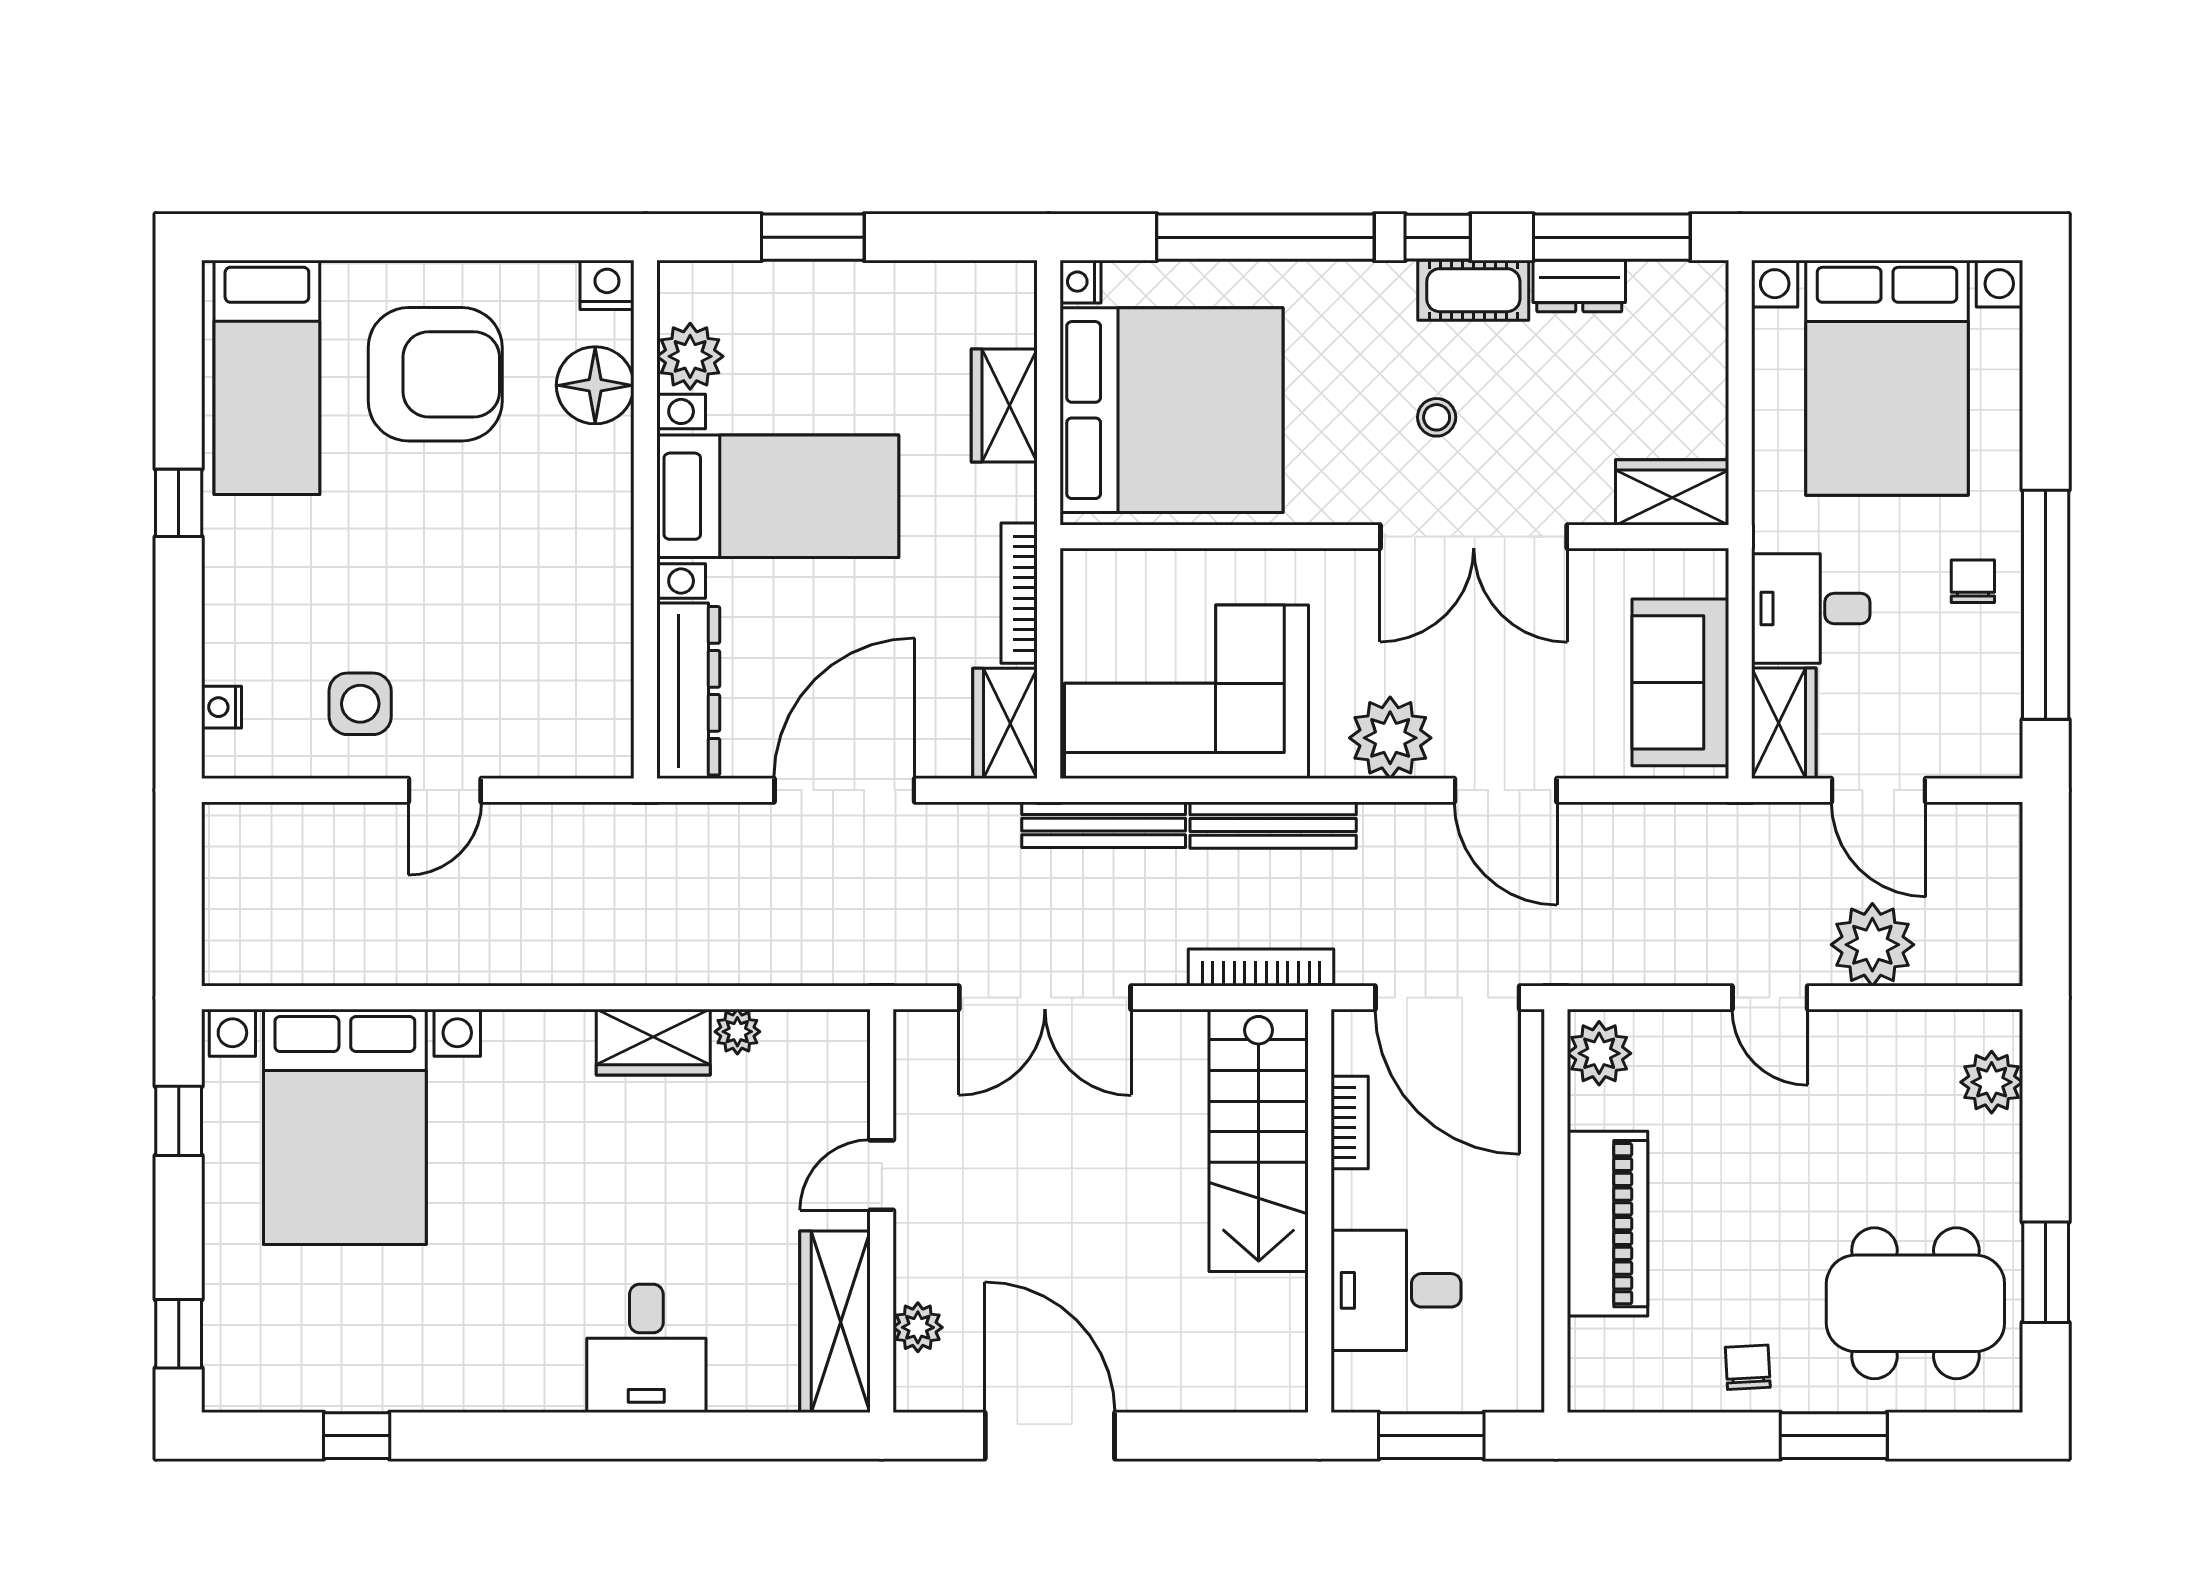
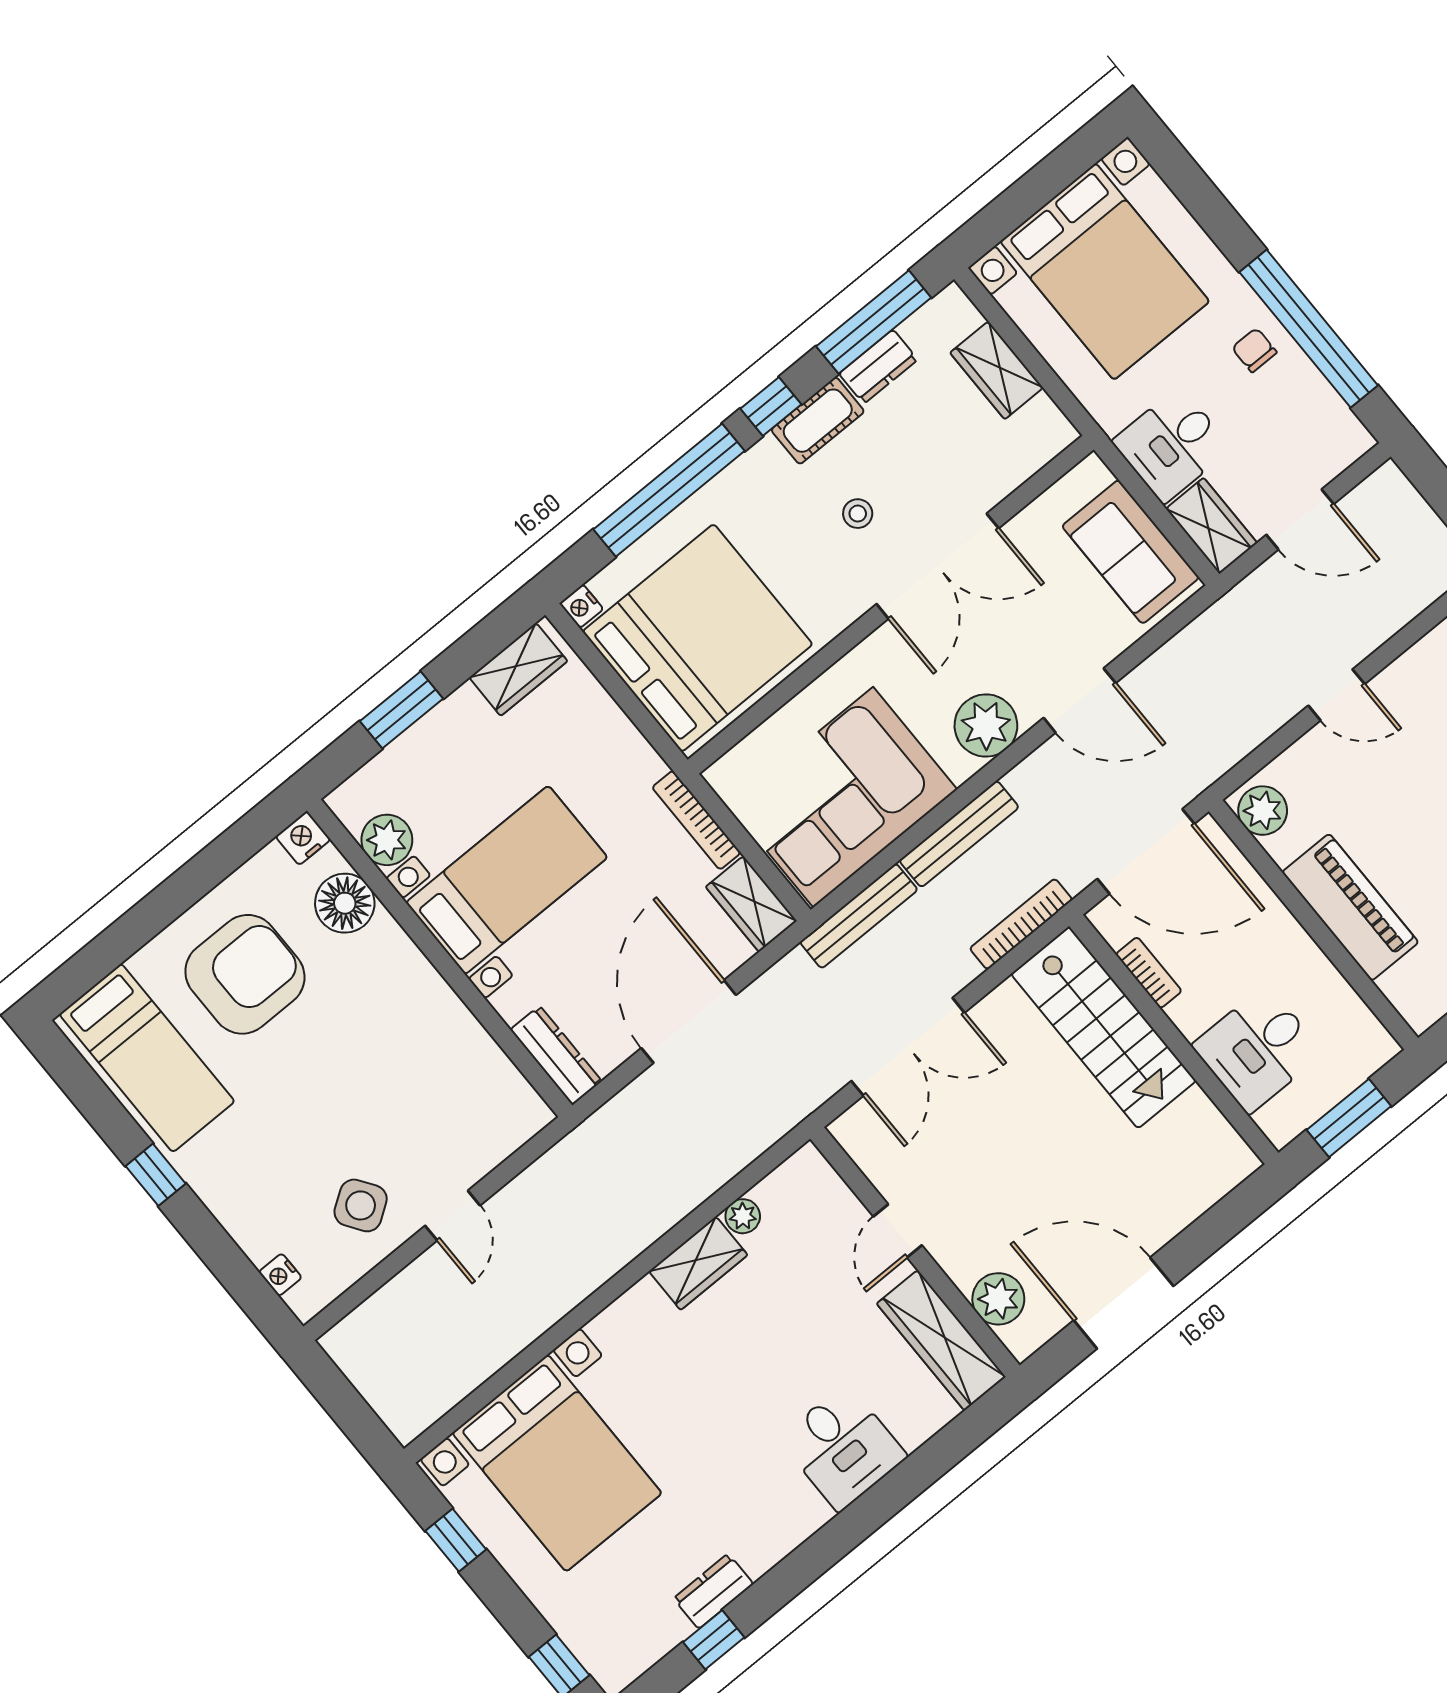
wardrobe: (1004, 405) -> (518, 669), moved, turned -90
wardrobe: (1672, 492) -> (997, 370), moved, turned -90
dresser: (688, 691) -> (556, 1055), width x0.73, depth x0.80
side table: (360, 704) -> (361, 1205), turned -34
plant: (1872, 945) -> (1371, 614), removed
plant: (918, 1327) -> (998, 1299), width x1.38, depth x1.38
dresser: (397, 1386) -> (713, 1591), added

